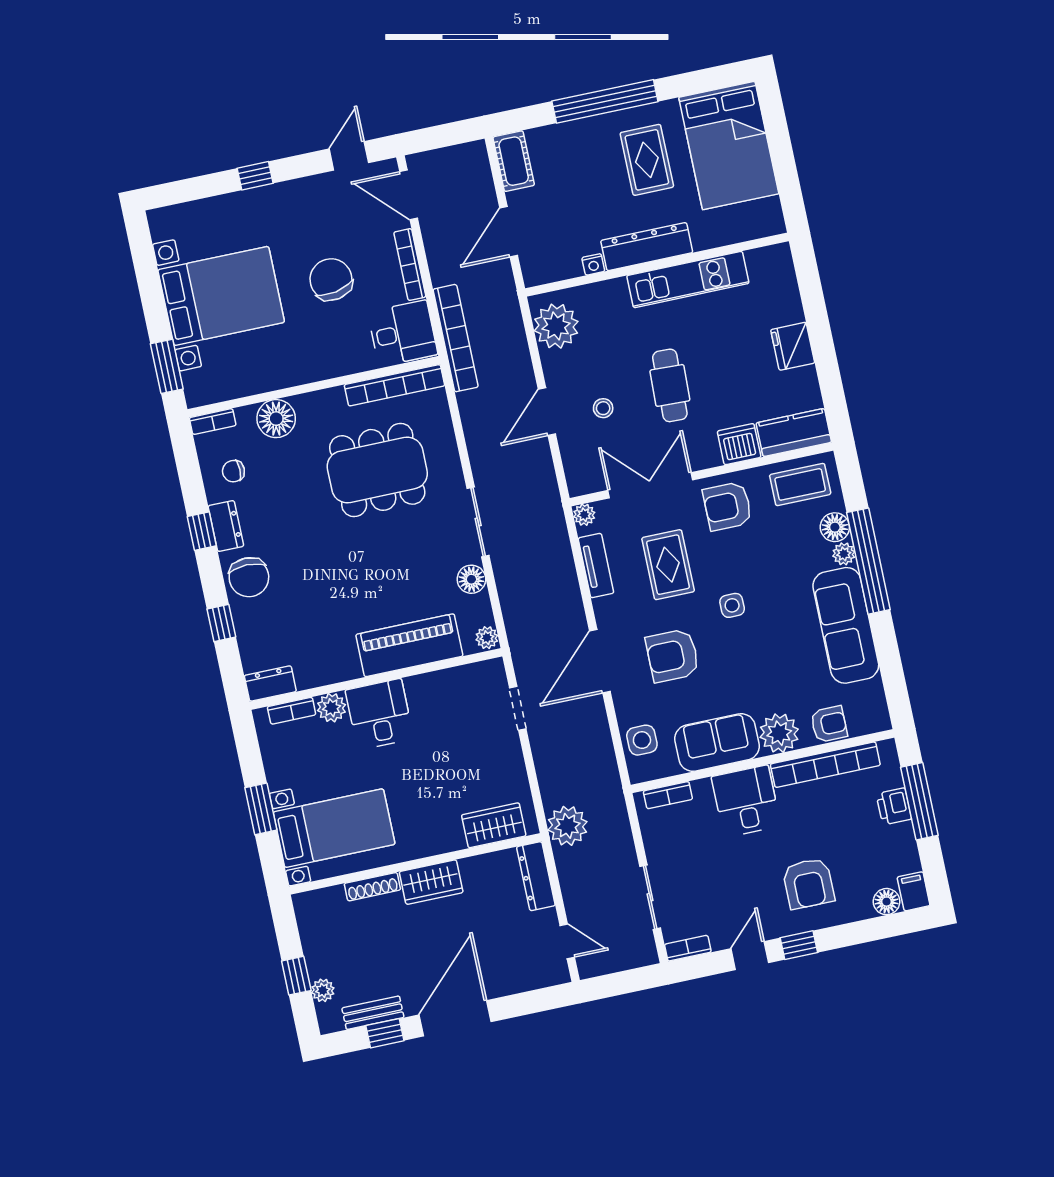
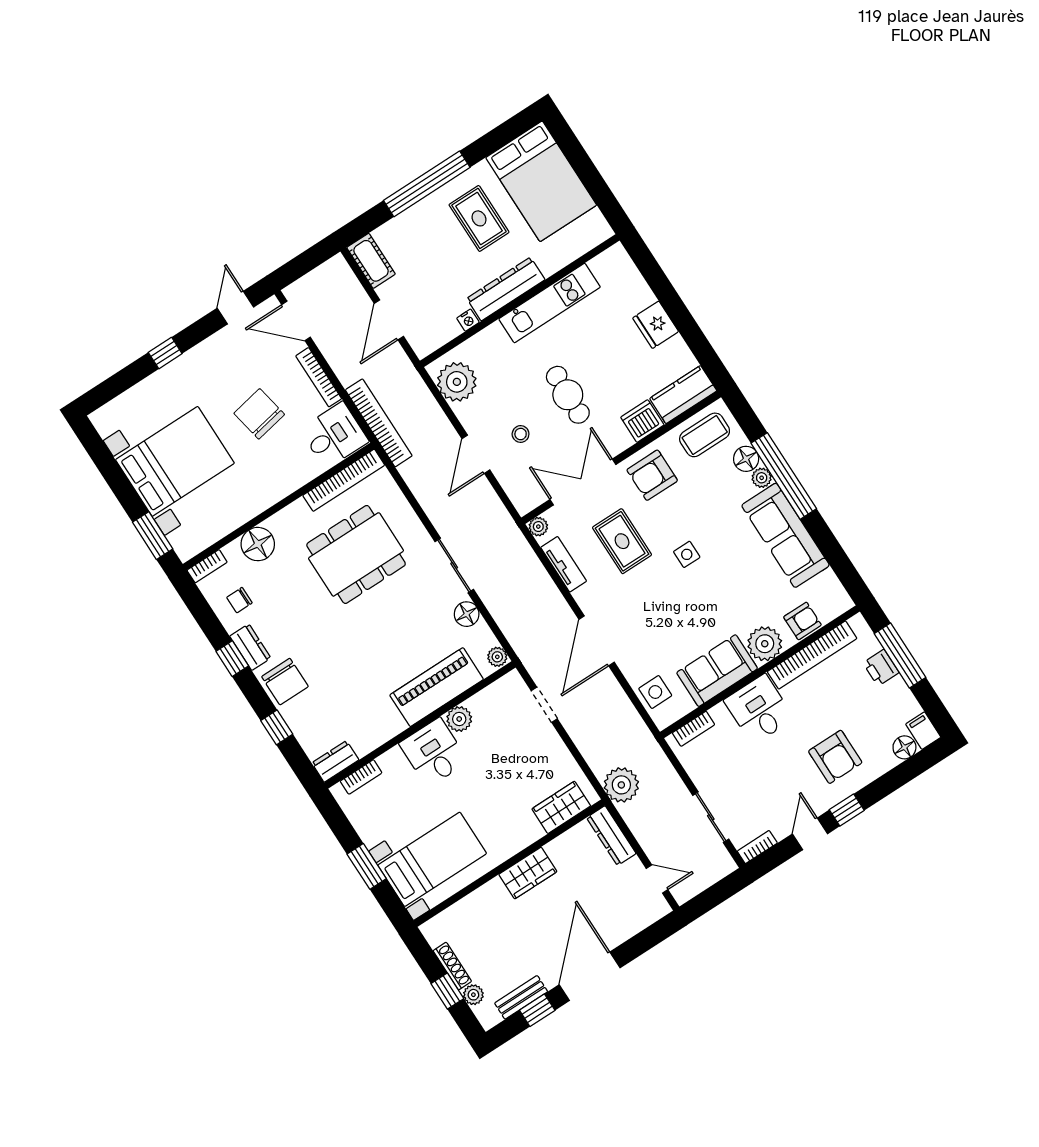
armchair: (672, 656) -> (654, 614), removed
plant: (332, 708) -> (459, 719), moved
shoe rack: (372, 887) -> (452, 966), moved, turned -90

